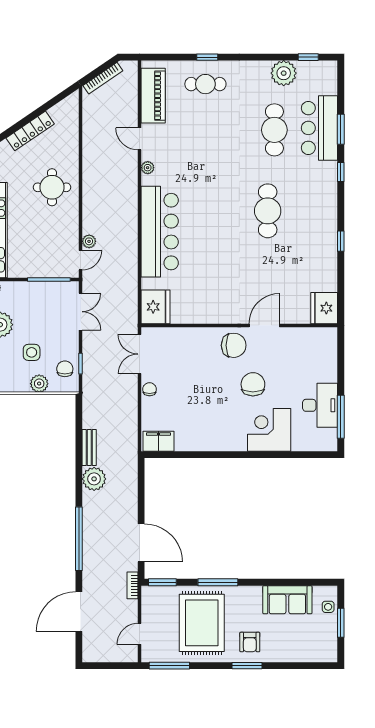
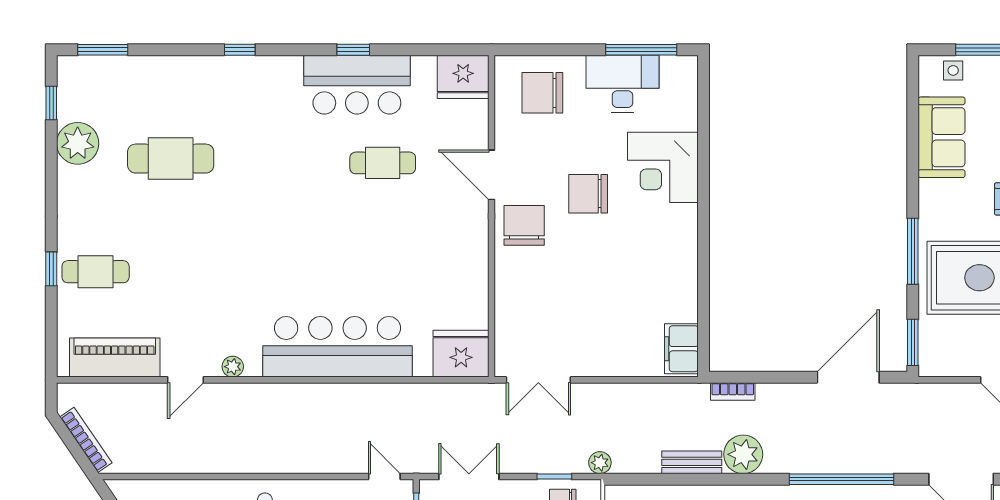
cafe table: (205, 84) -> (96, 272), turned 90
bar counter: (319, 128) -> (357, 85), moved
window: (341, 129) -> (103, 50), moved
cafe table: (268, 211) -> (383, 163), moved, width x0.73, depth x0.74
plant: (89, 241) -> (600, 463), moved
chair: (150, 389) -> (542, 93), moved, width x1.87, depth x1.87
bookcase: (132, 585) -> (733, 391), moved

